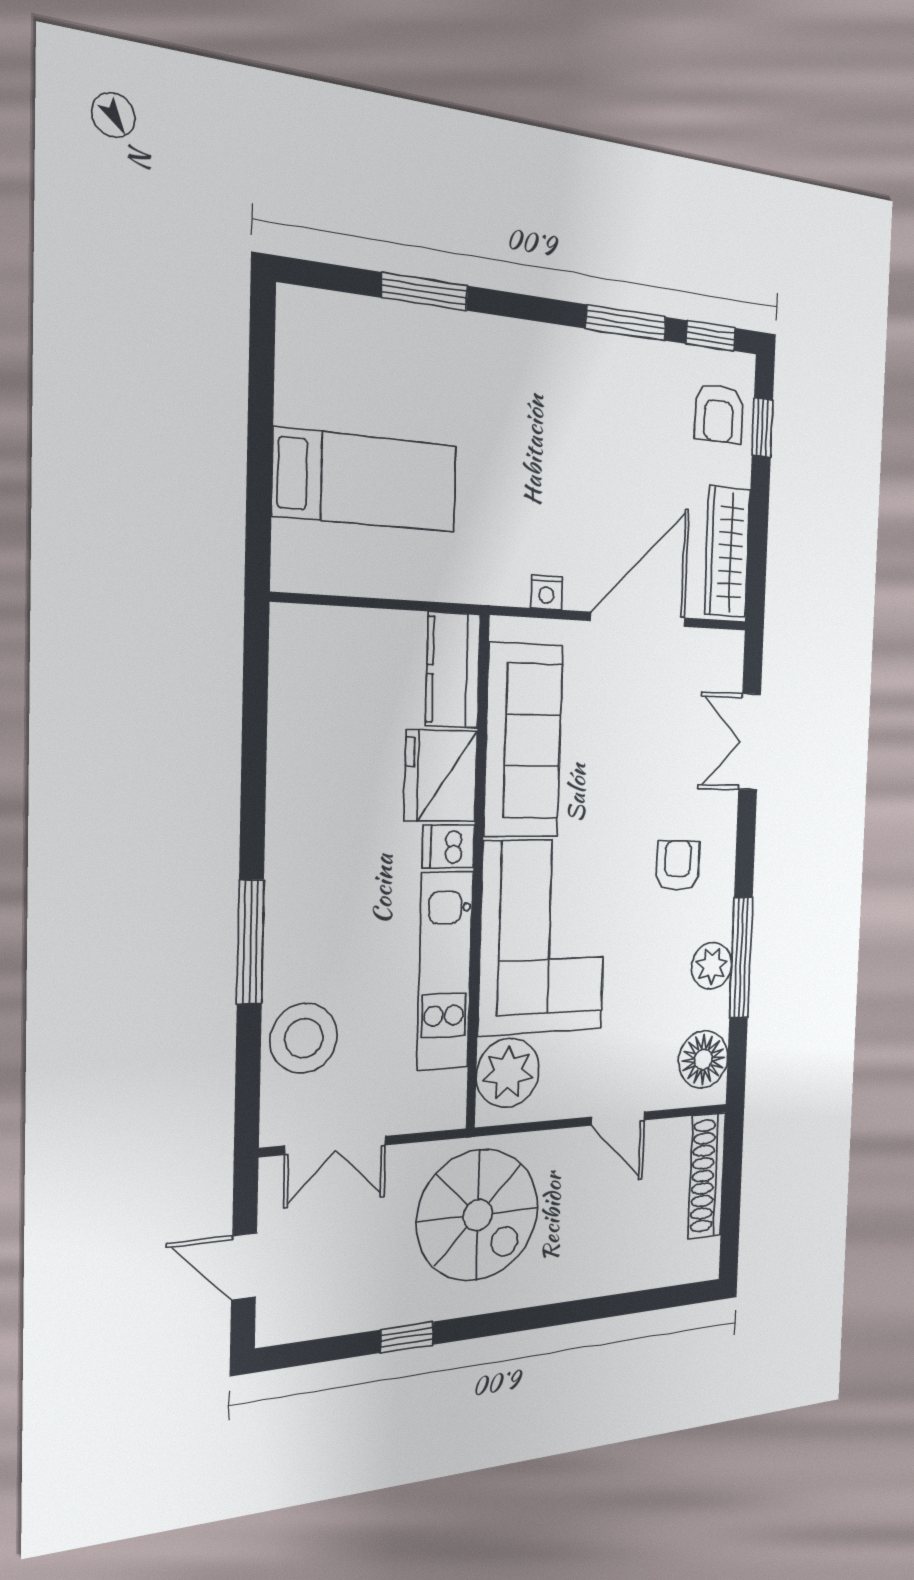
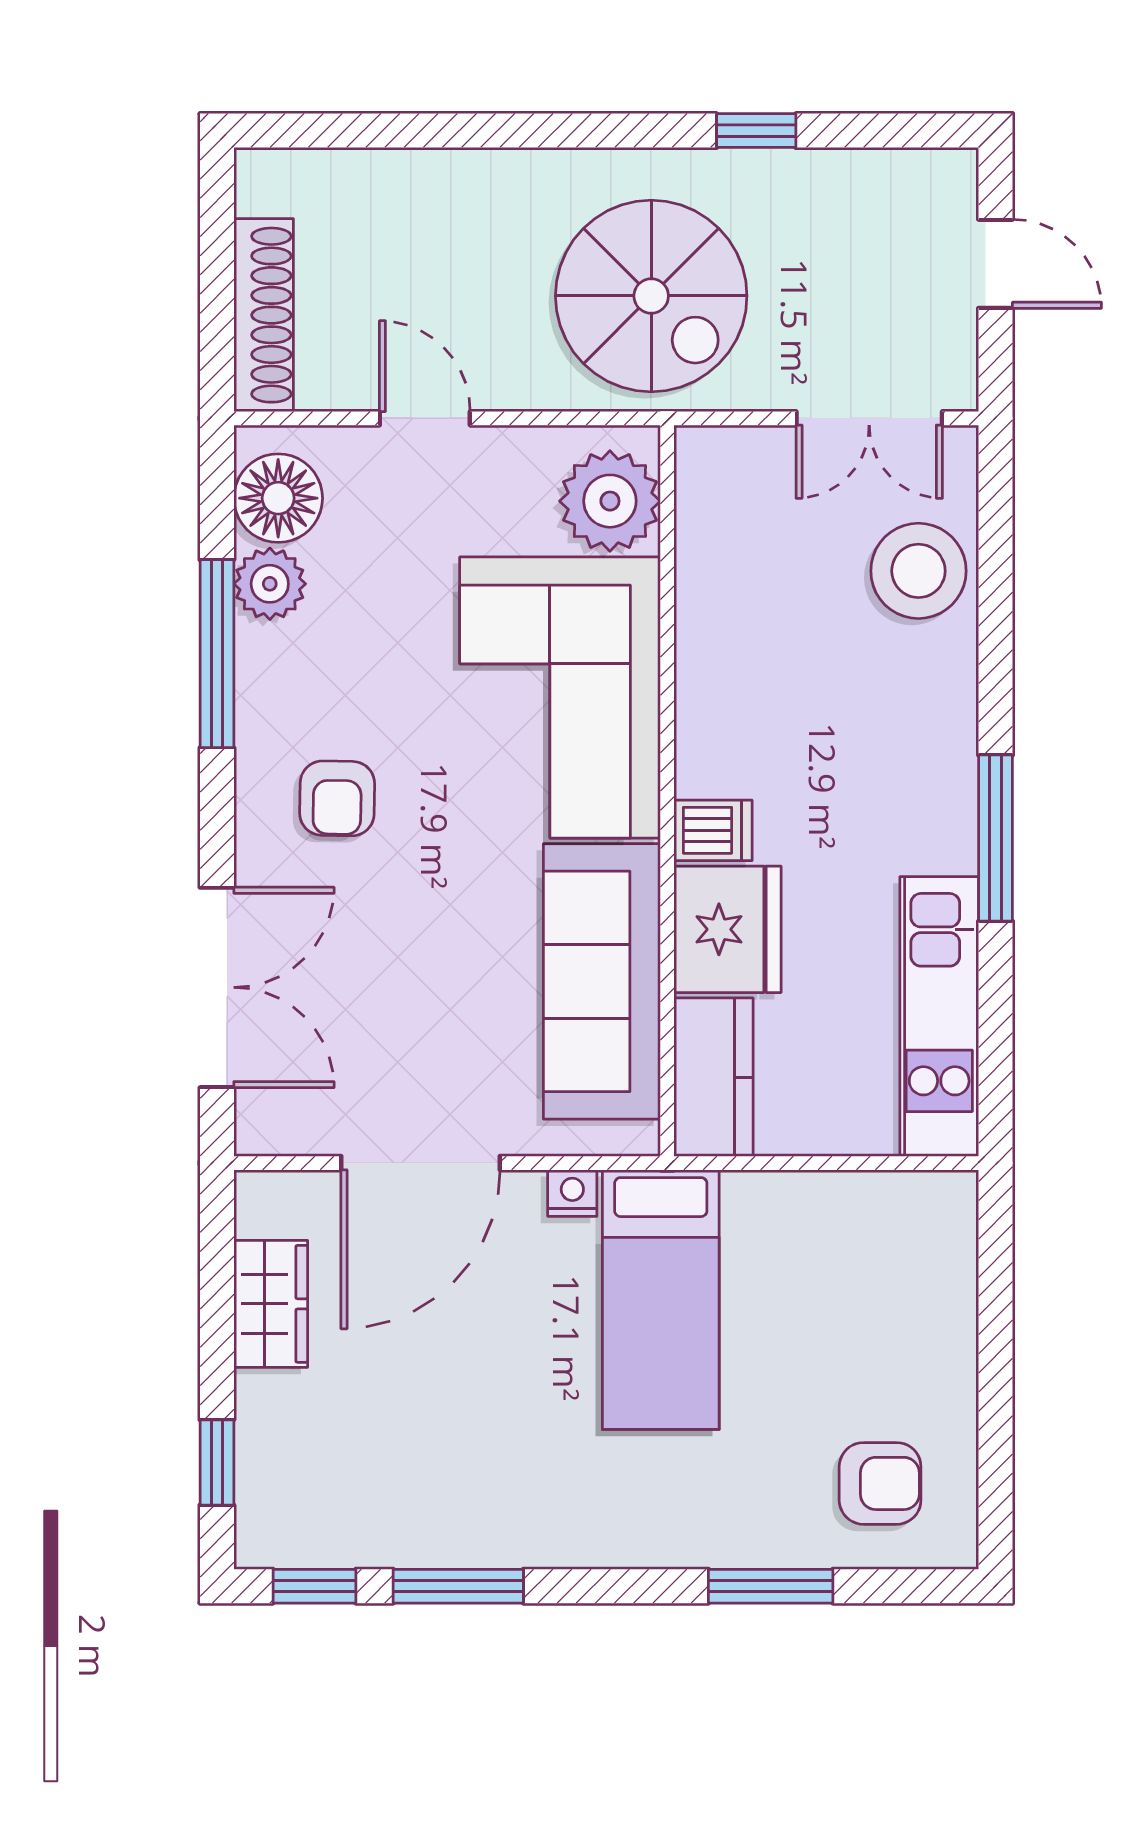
armchair: (719, 413) -> (880, 1483), moved, turned 90
bed: (366, 480) -> (661, 1300), moved, turned -90
wardrobe: (727, 552) -> (271, 1304), width x0.67
double door: (750, 742) -> (217, 987), width x1.37
window: (250, 942) -> (996, 838), moved
plant: (712, 966) -> (270, 584), moved
kitchen unit: (445, 970) -> (939, 1016), moved, turned 180
double door: (336, 1145) -> (869, 418), swing flipped
spiral stairs: (478, 1215) -> (651, 296), turned 180

